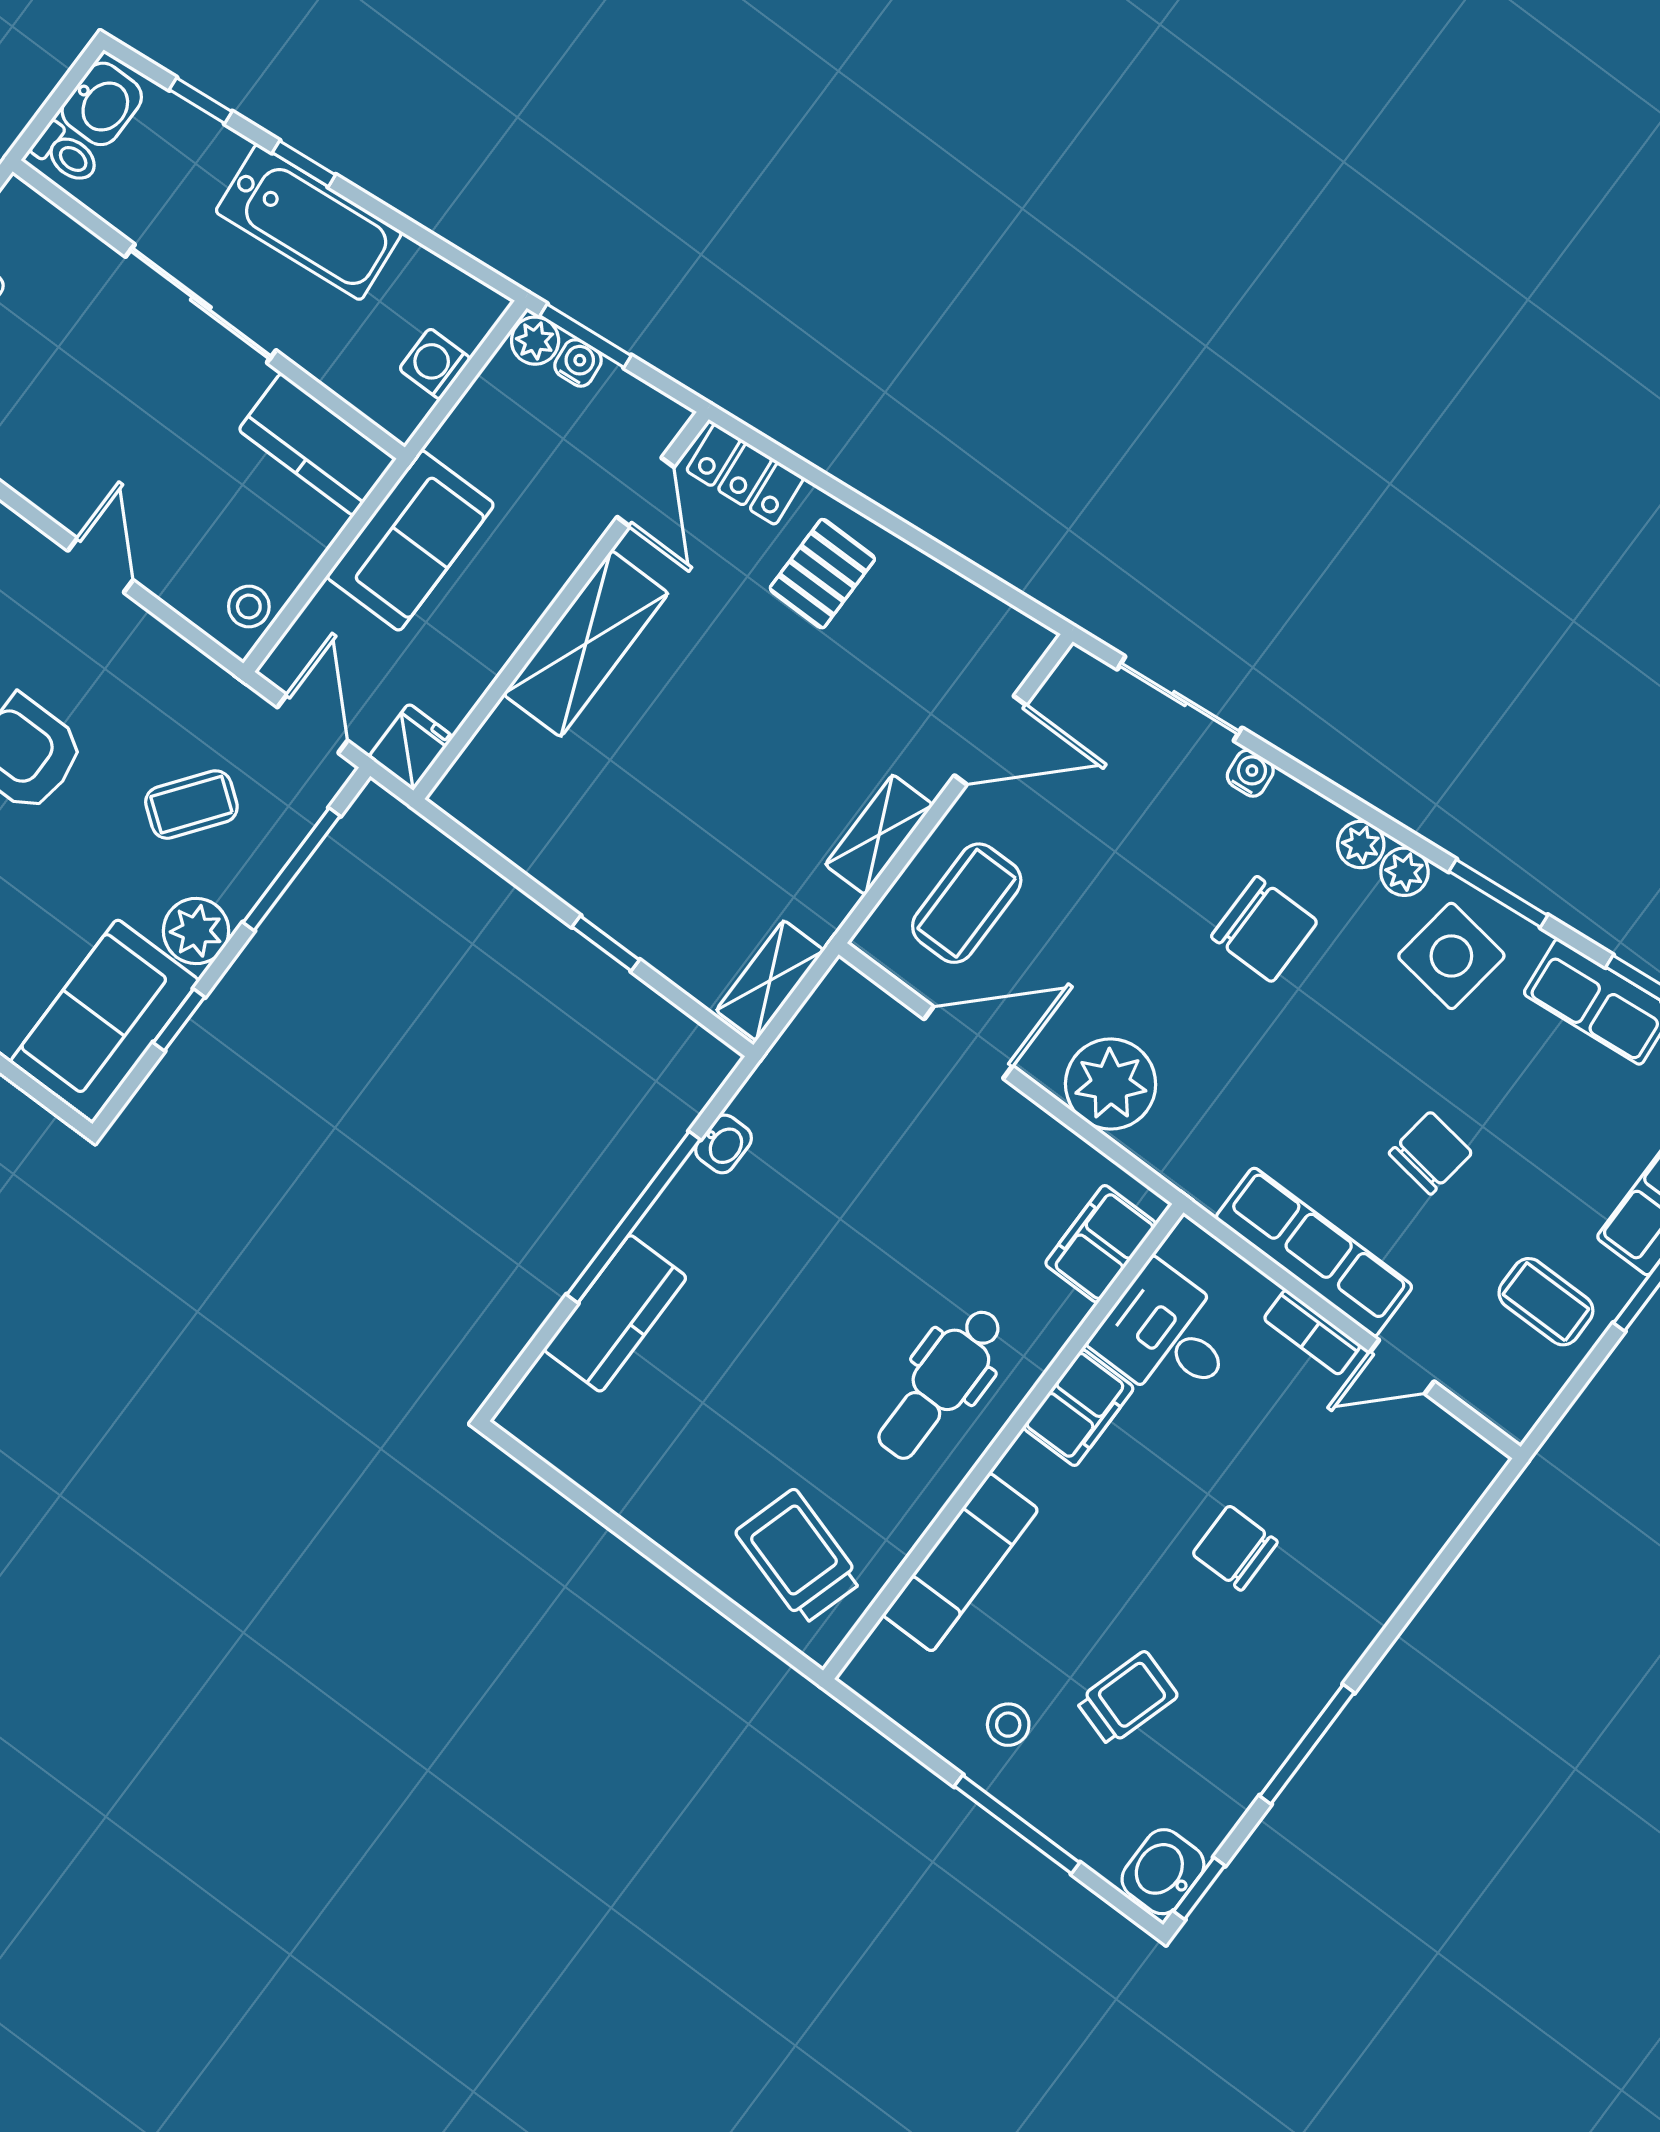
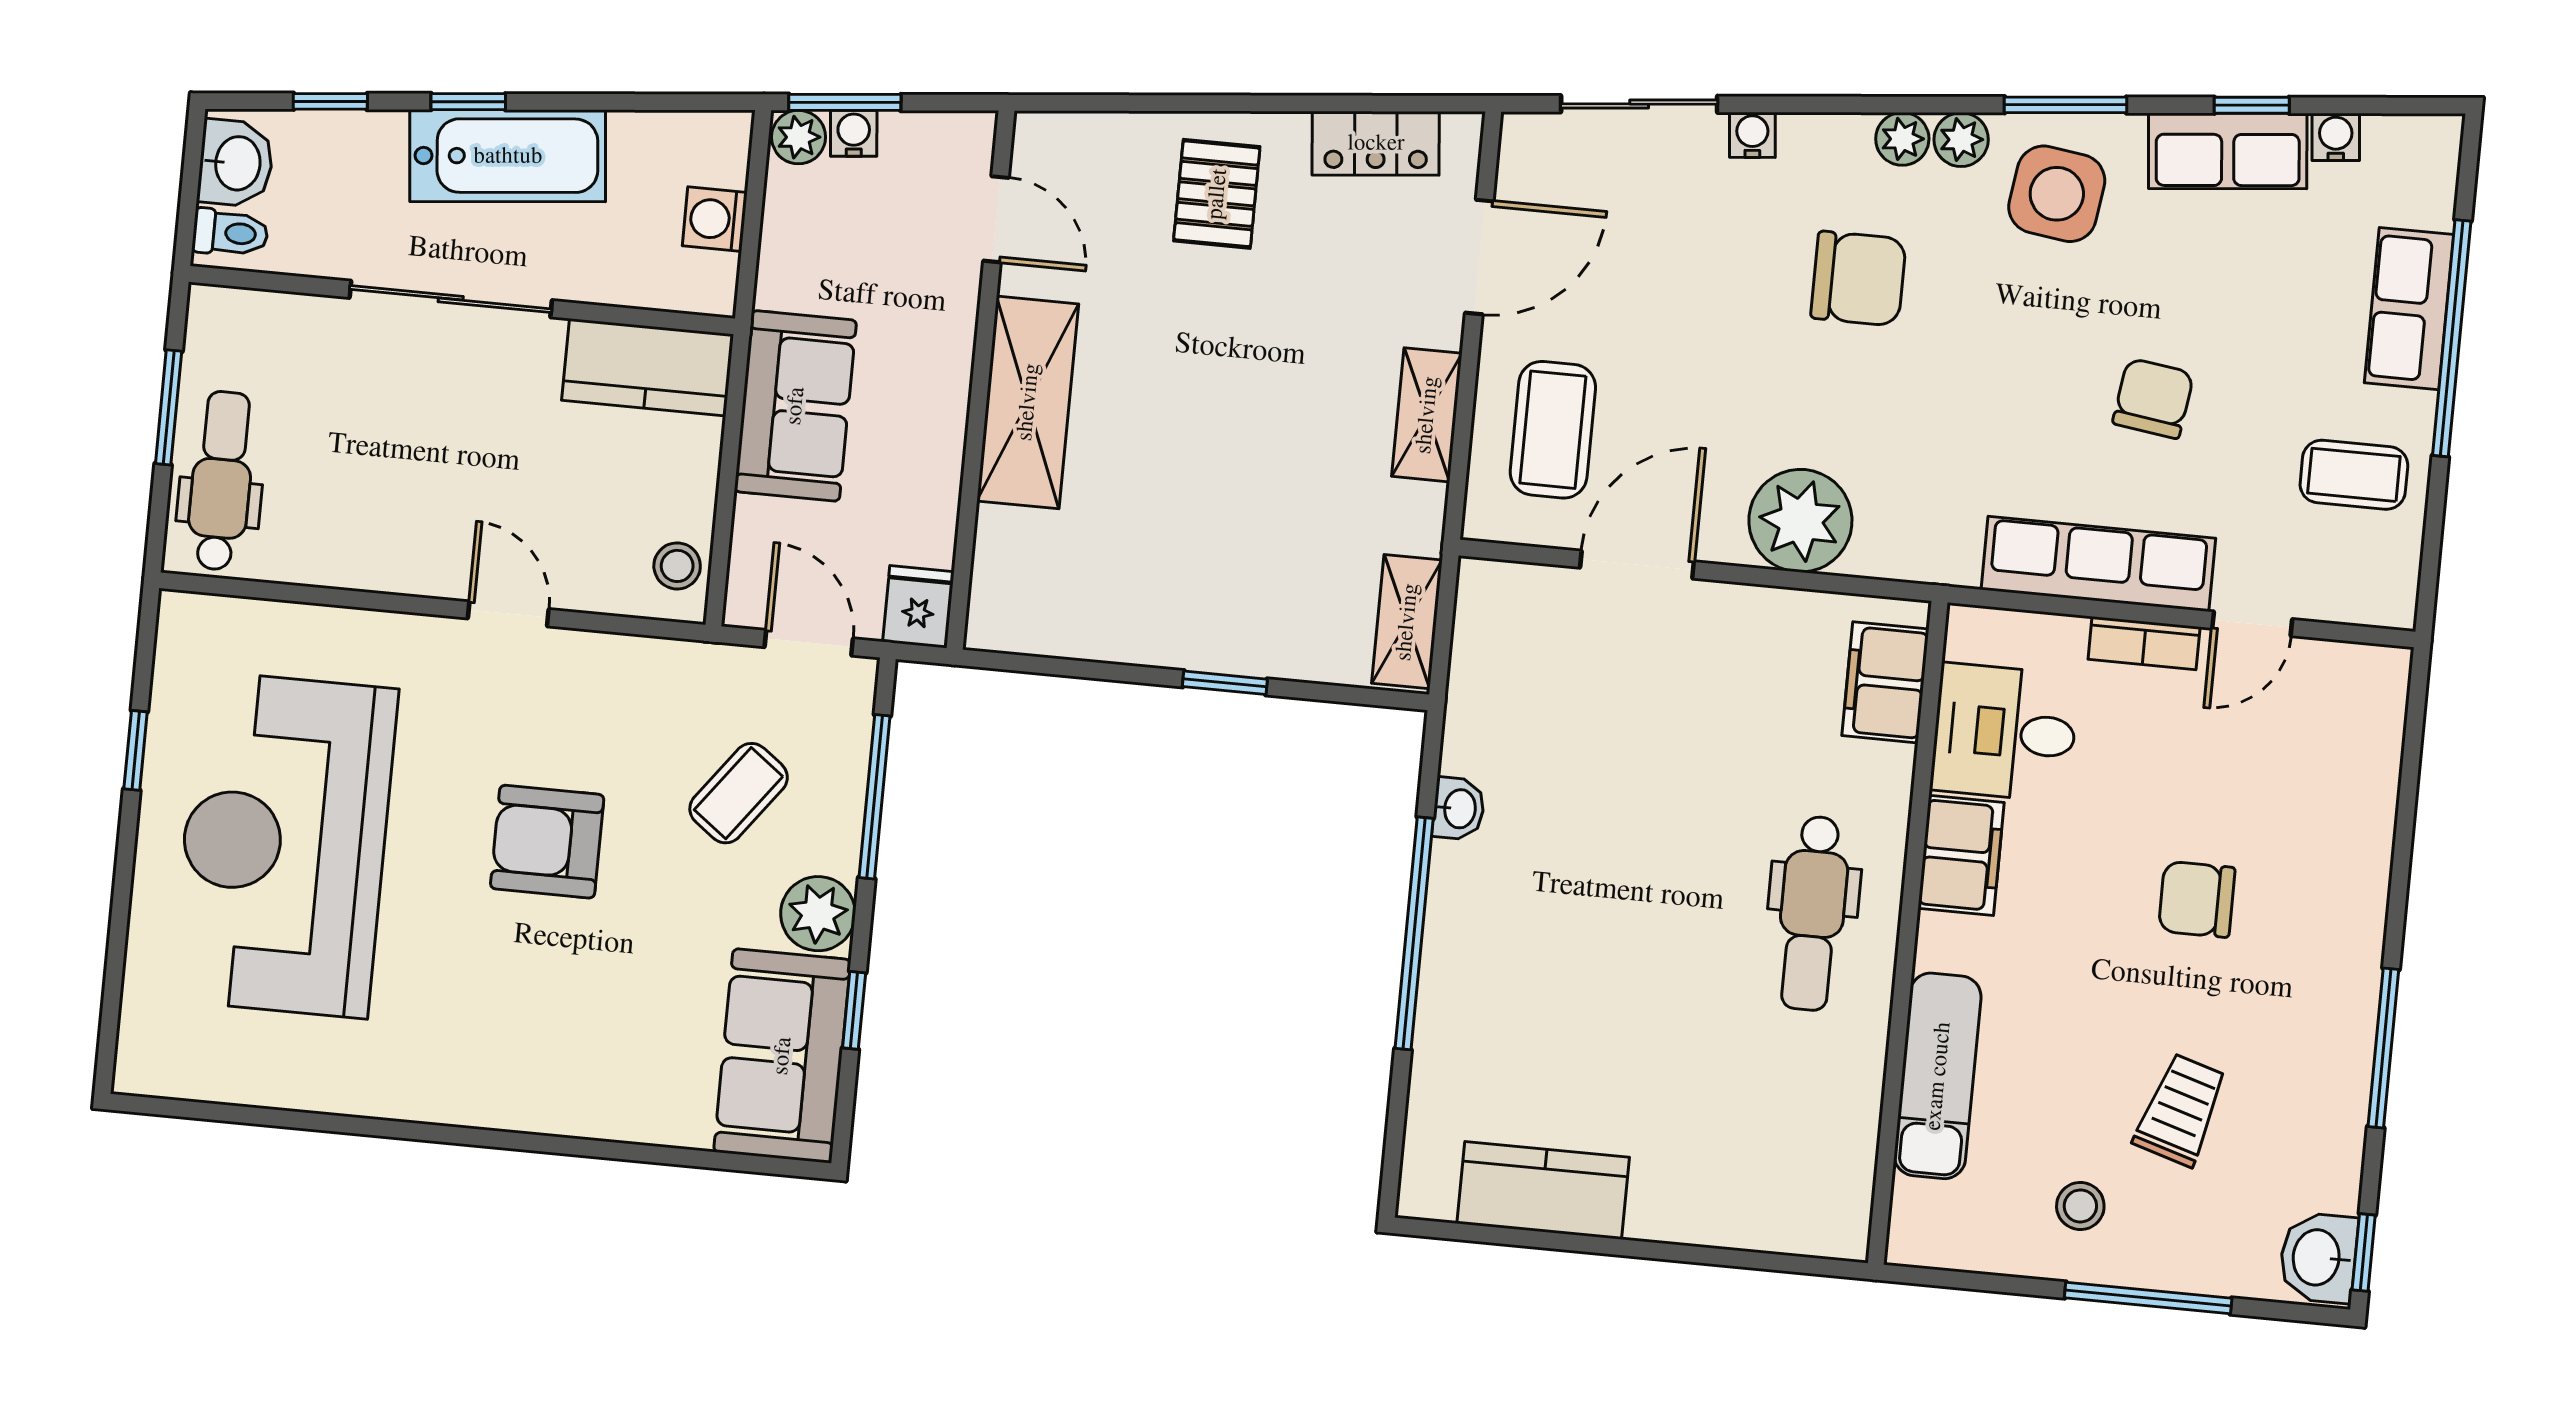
locker: (745, 474) -> (1376, 143), moved
kitchen counter: (615, 1313) -> (1543, 1190), moved, turned -90
trolley: (799, 1557) -> (1777, 1166), removed

